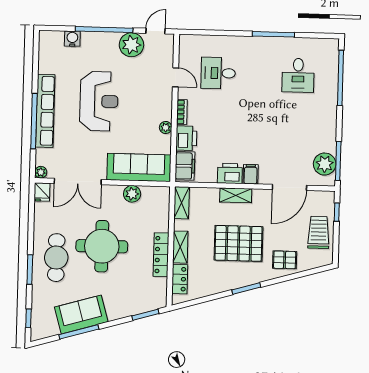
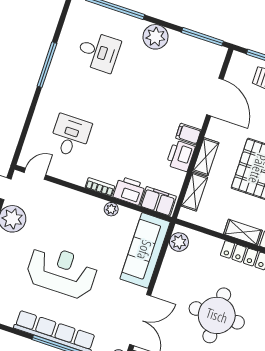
desk: (218, 73) -> (70, 136), turned 180
door: (176, 77) -> (35, 174), moved
plant: (325, 164) -> (156, 37), moved
plant: (132, 194) -> (179, 242), moved
shelving: (182, 203) -> (194, 192), moved, turned 90

